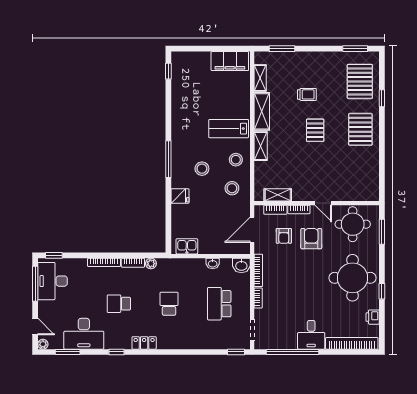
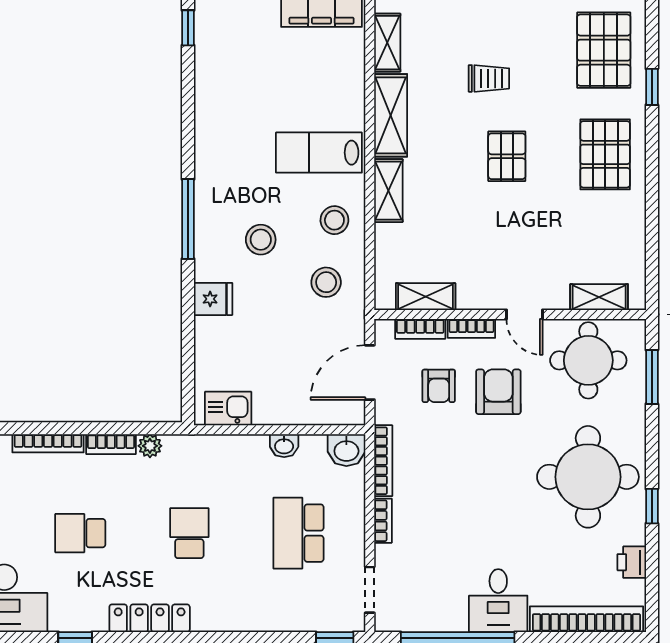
shelving: (358, 195) -> (599, 297), added
locker: (144, 343) -> (150, 618), width x1.53

